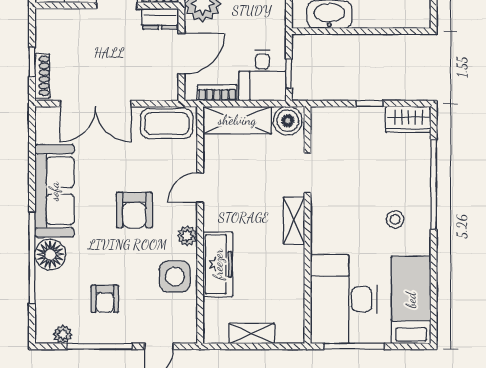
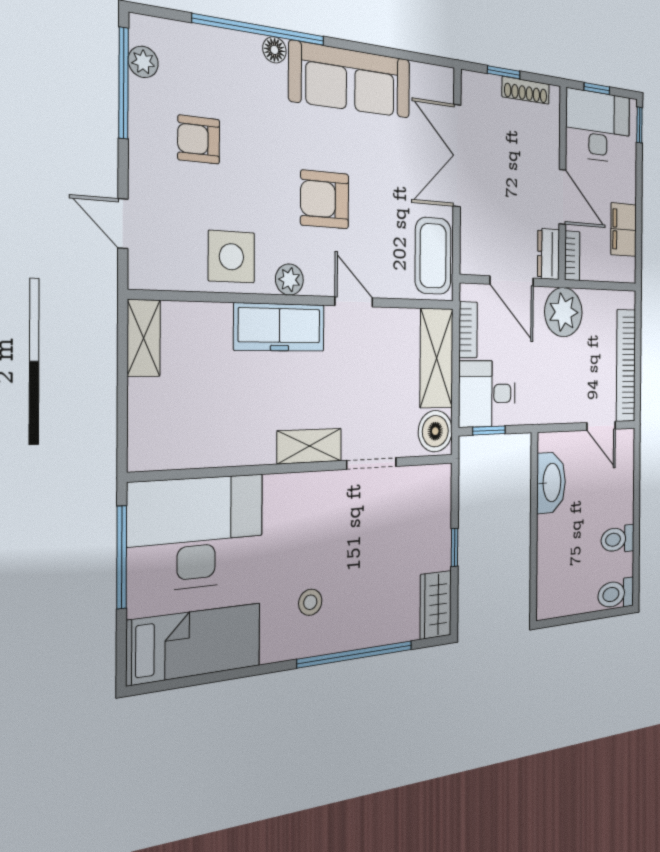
shoe rack: (42, 76) -> (526, 90), moved
floor lamp: (50, 255) -> (274, 50), width x0.53, depth x0.53
freezer: (218, 264) -> (280, 327), moved
shelving: (252, 333) -> (144, 338), moved
window: (100, 346) -> (123, 83), moved

